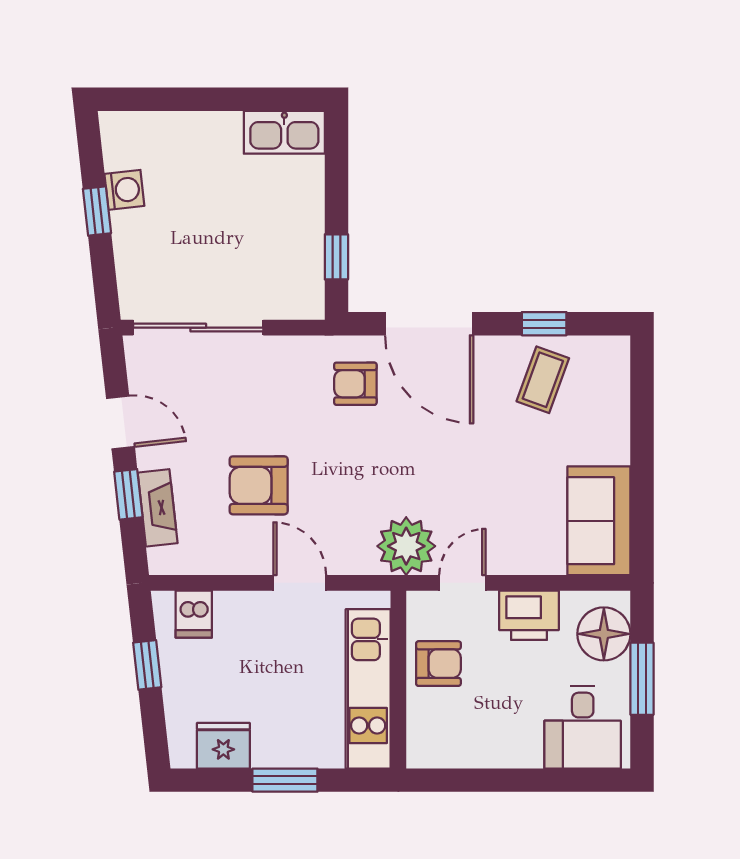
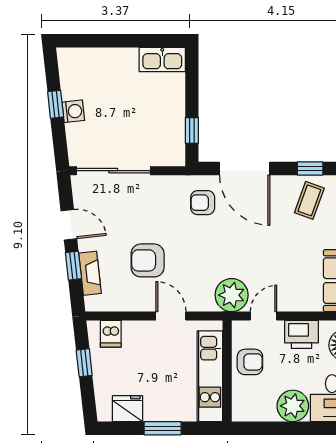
washing machine: (124, 190) -> (73, 111), moved
plant: (514, 741) -> (293, 406), added

